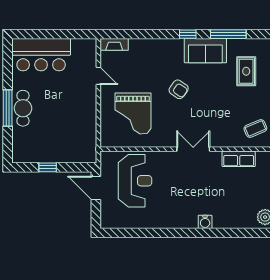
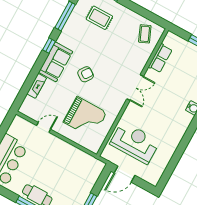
fireplace: (114, 44) -> (37, 86), moved
sofa: (205, 51) -> (56, 62), moved
double door: (193, 149) -> (135, 88), swing flipped

